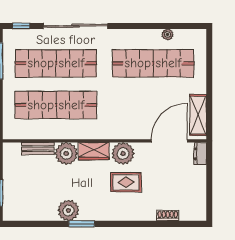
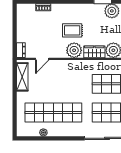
door: (169, 141) -> (42, 59), width x0.53

